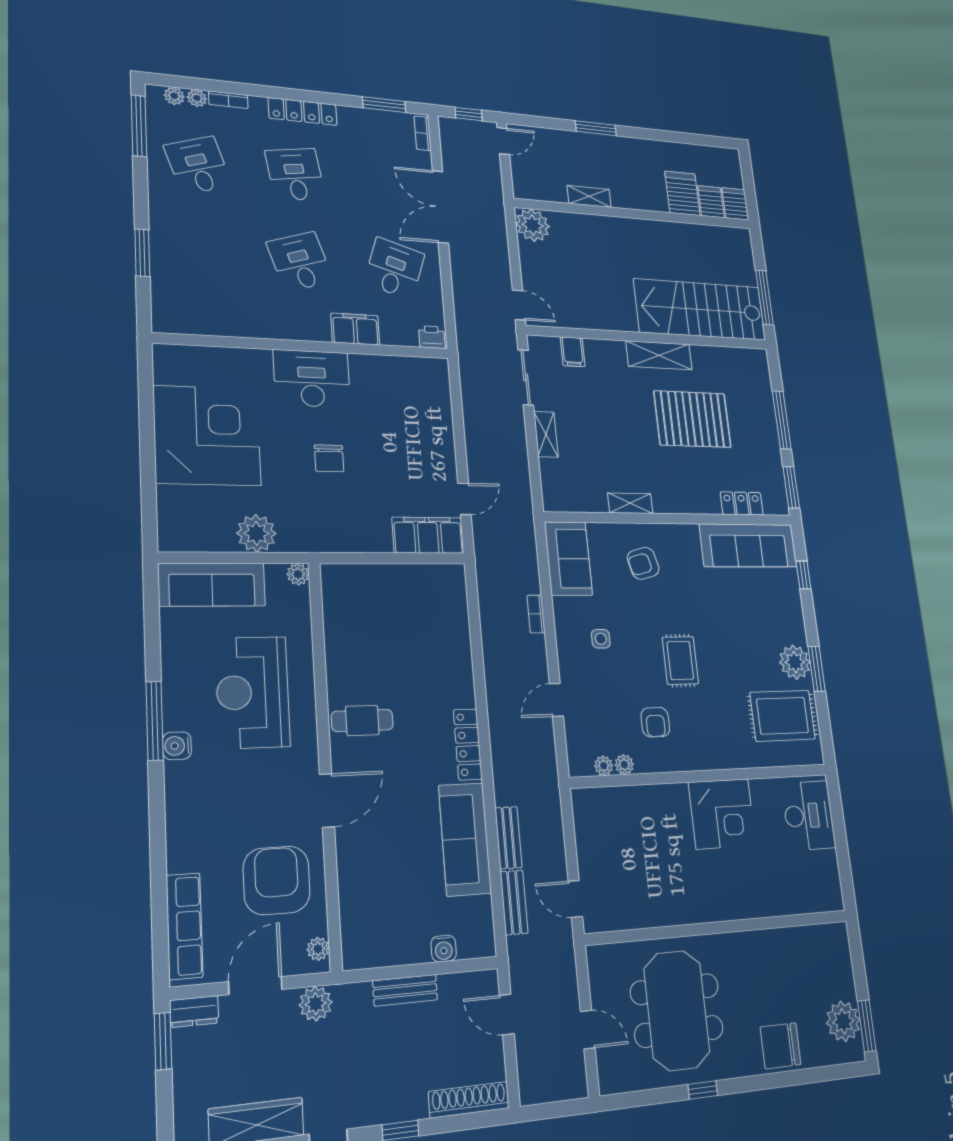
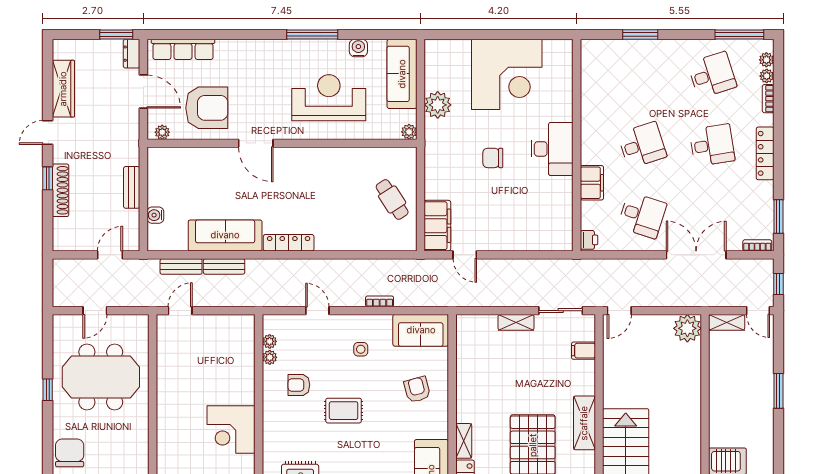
shelving: (589, 196) -> (727, 322), moved, turned 90
shelving: (630, 503) -> (464, 441), moved
cafe table: (362, 721) -> (392, 199), moved, turned -33
water cooler: (177, 746) -> (358, 48), moved
plant: (316, 1004) -> (129, 129), removed
shoe rack: (469, 1100) -> (60, 190), moved

